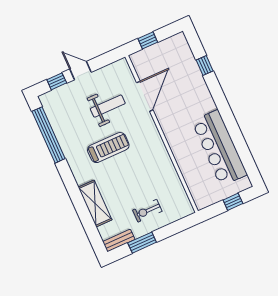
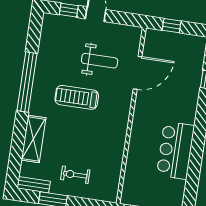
window: (49, 135) -> (27, 82), moved
treadmill: (108, 148) -> (77, 97), turned 180
bar counter: (219, 148) -> (175, 150), width x0.73

